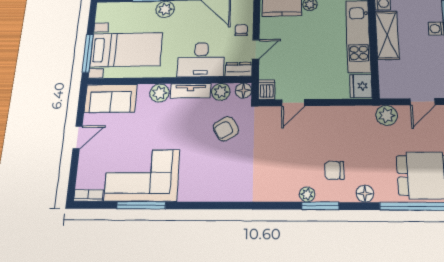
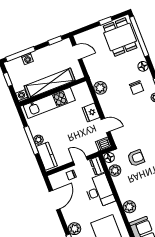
shelving: (387, 35) -> (50, 83), width x1.47
fridge: (361, 86) -> (91, 113), moved, turned 90
tv unit: (190, 91) -> (121, 189), removed
plant: (387, 115) -> (100, 88), moved
armchair: (226, 129) -> (136, 158), turned -61

